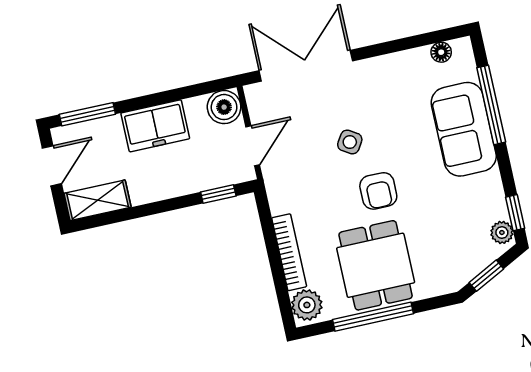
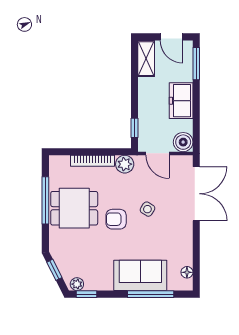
plant: (307, 305) -> (125, 164), moved

